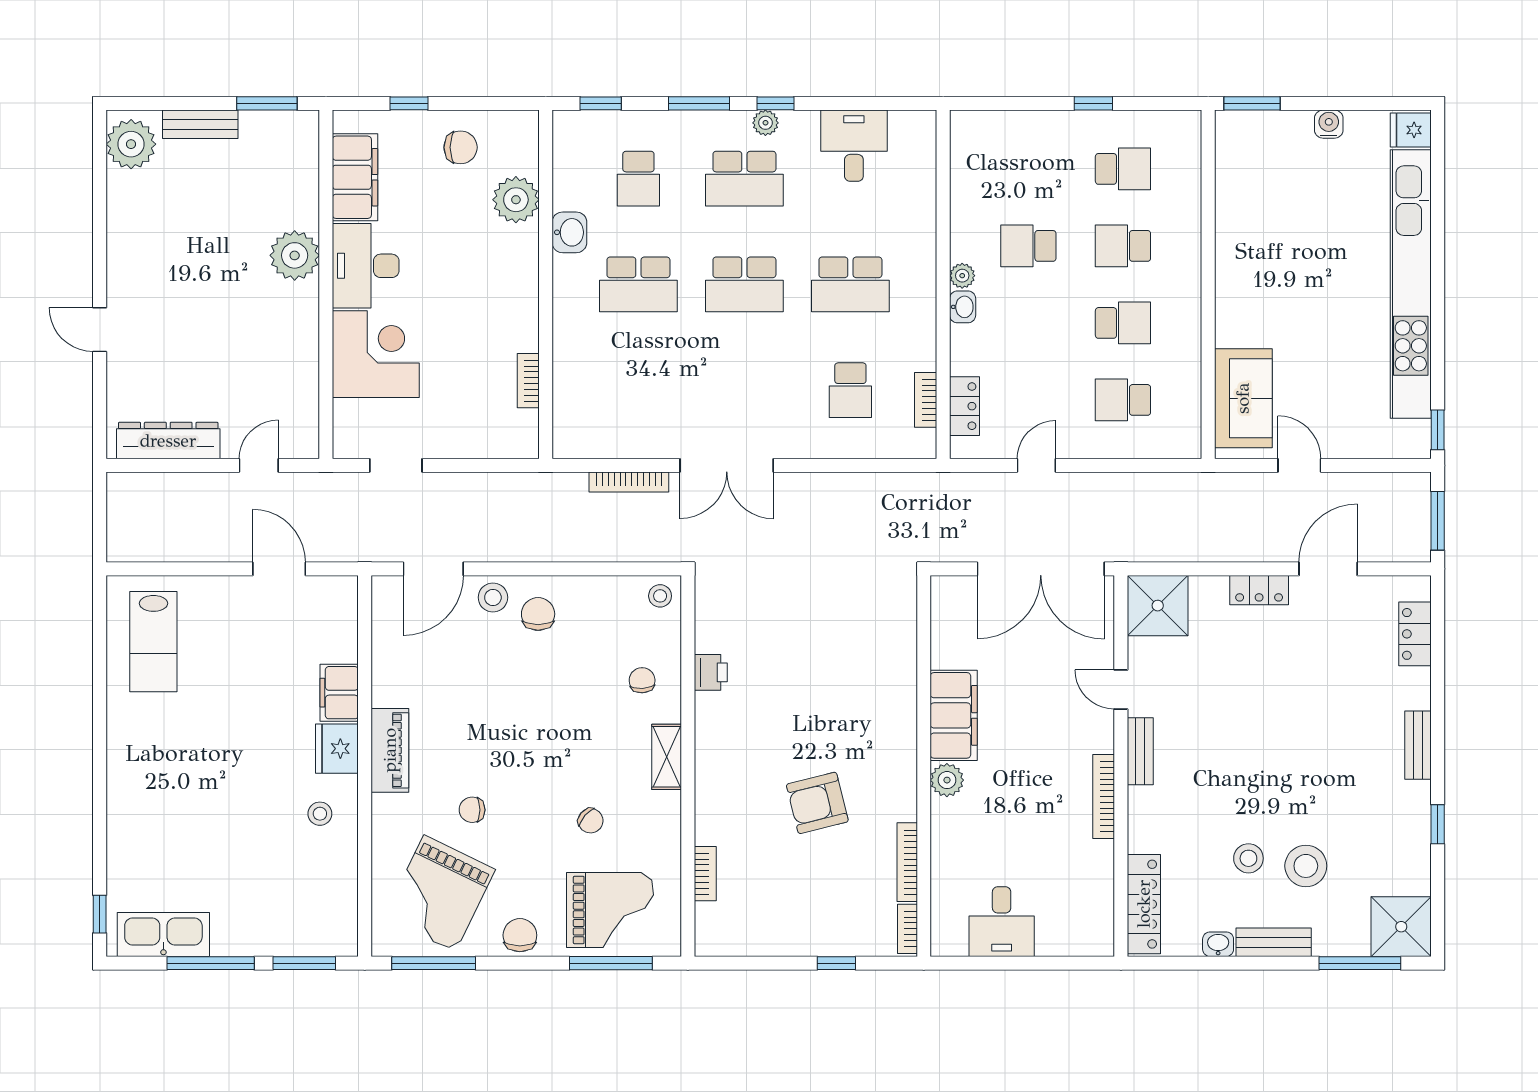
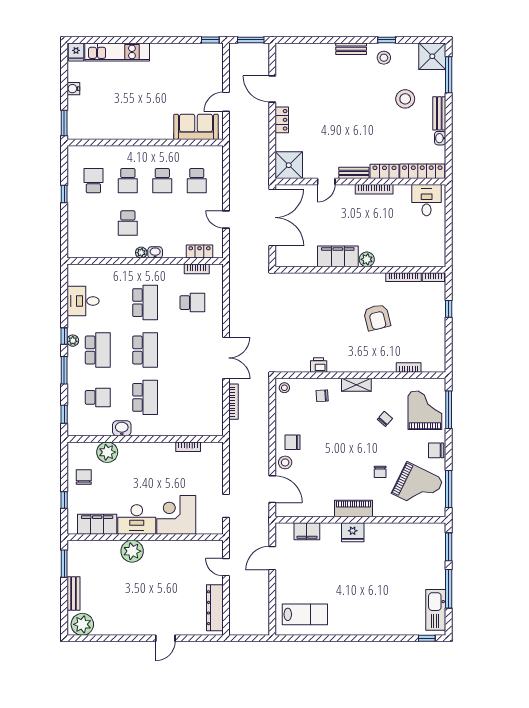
kitchen unit: (1411, 284) -> (117, 52), width x0.54
school desk: (1123, 323) -> (162, 181), turned 180
locker: (1415, 634) -> (384, 171), moved, turned 180
filing cabinet: (339, 693) -> (307, 531), moved
stool: (320, 814) -> (382, 540), removed
stool: (1248, 858) -> (384, 58), moved
desk: (1002, 922) -> (427, 200), moved, turned -90

